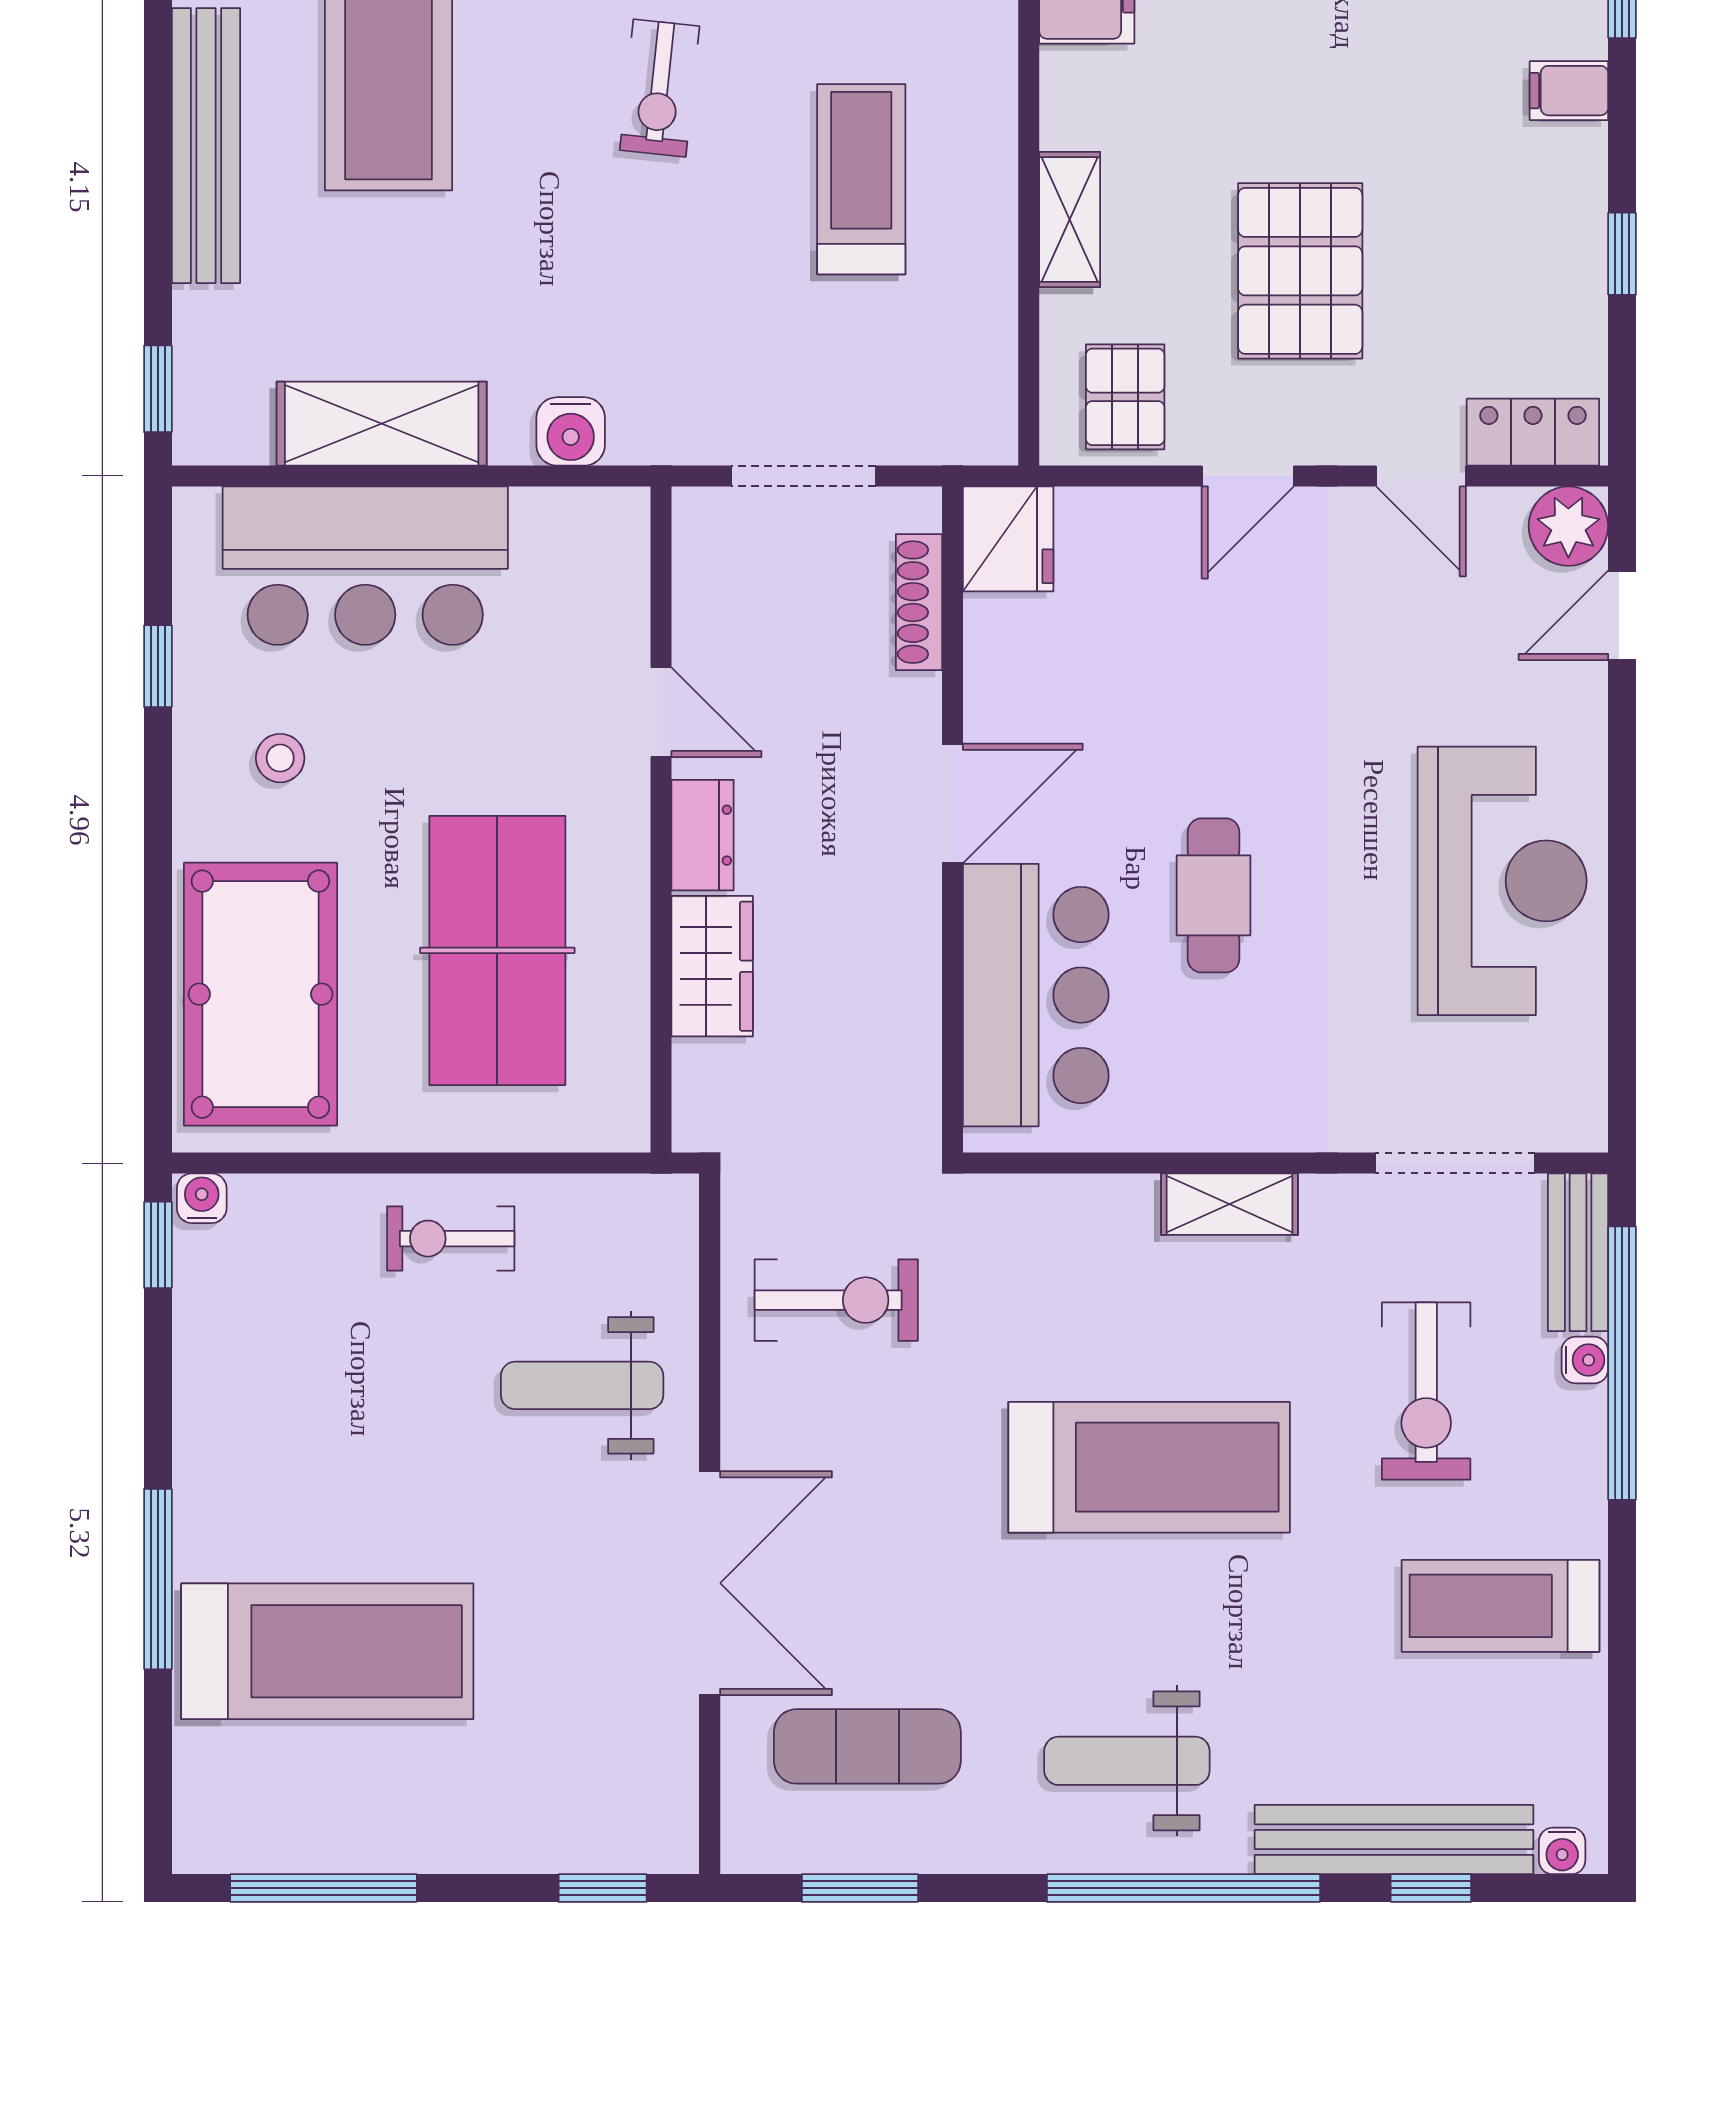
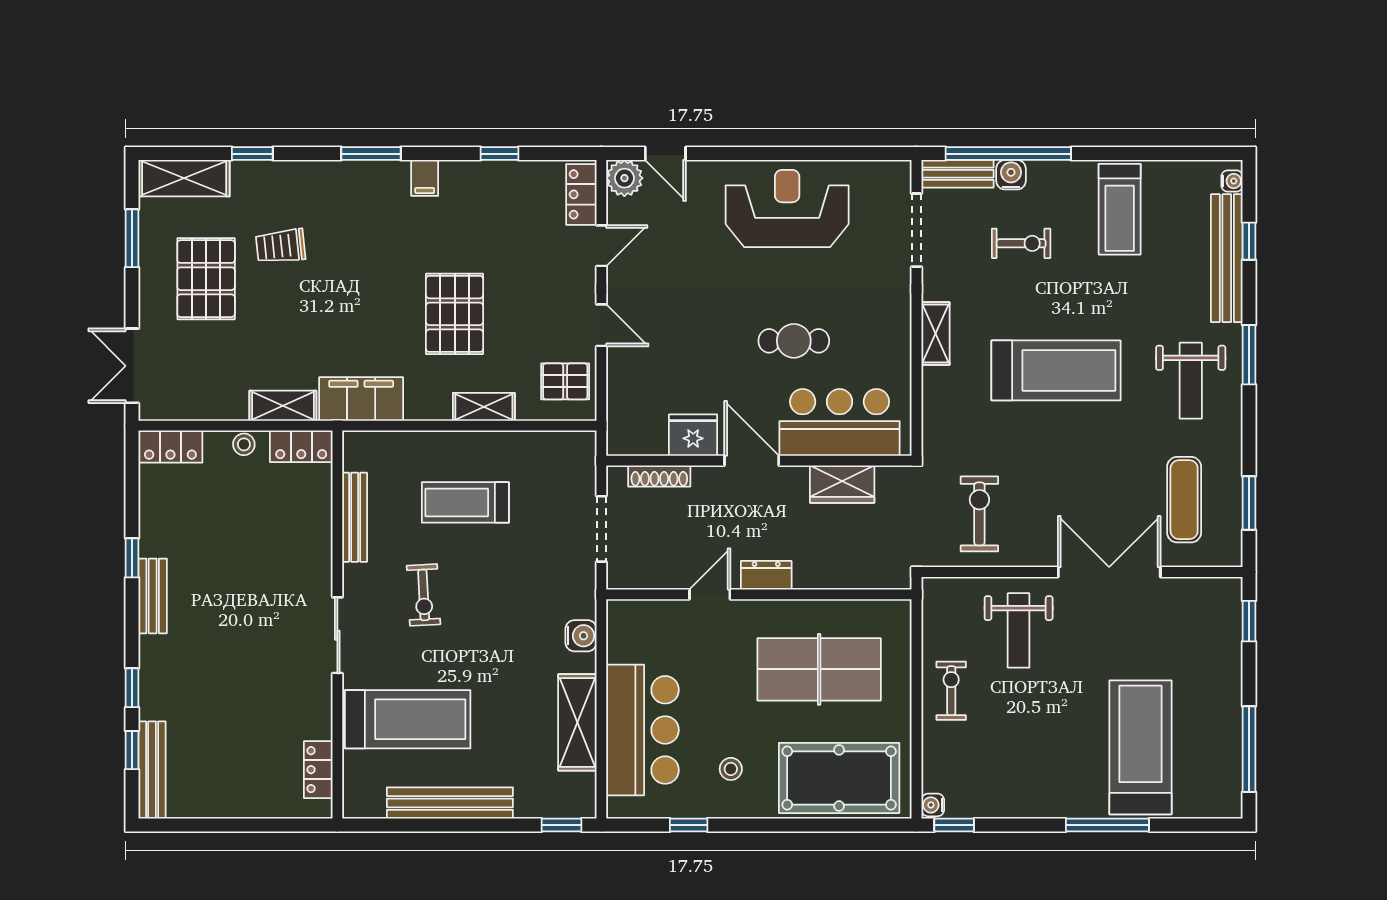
exercise bike: (660, 88) -> (424, 595), turned 81
pallet: (1300, 271) -> (455, 314), moved, turned 90
fridge: (1008, 539) -> (693, 435), moved
wardrobe: (712, 966) -> (842, 484), moved, turned 180
exercise bike: (451, 1239) -> (951, 691), turned 180
water cooler: (1585, 1360) -> (1011, 175), width x1.38, depth x1.38
exercise bike: (1426, 1391) -> (1021, 243), width x0.73, depth x0.72
treadmill: (1149, 1467) -> (1056, 370), turned 90
window: (1183, 1888) -> (1249, 355), width x0.47

